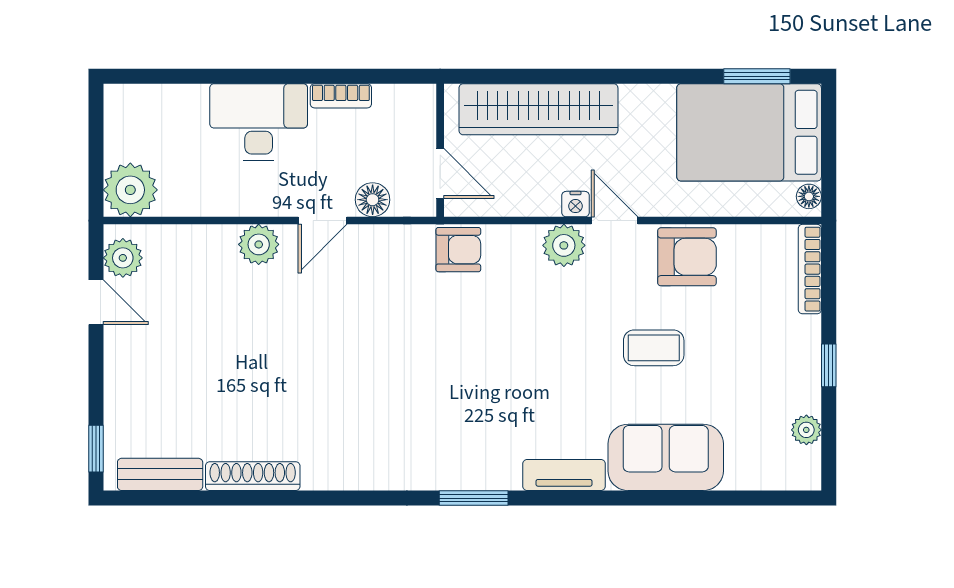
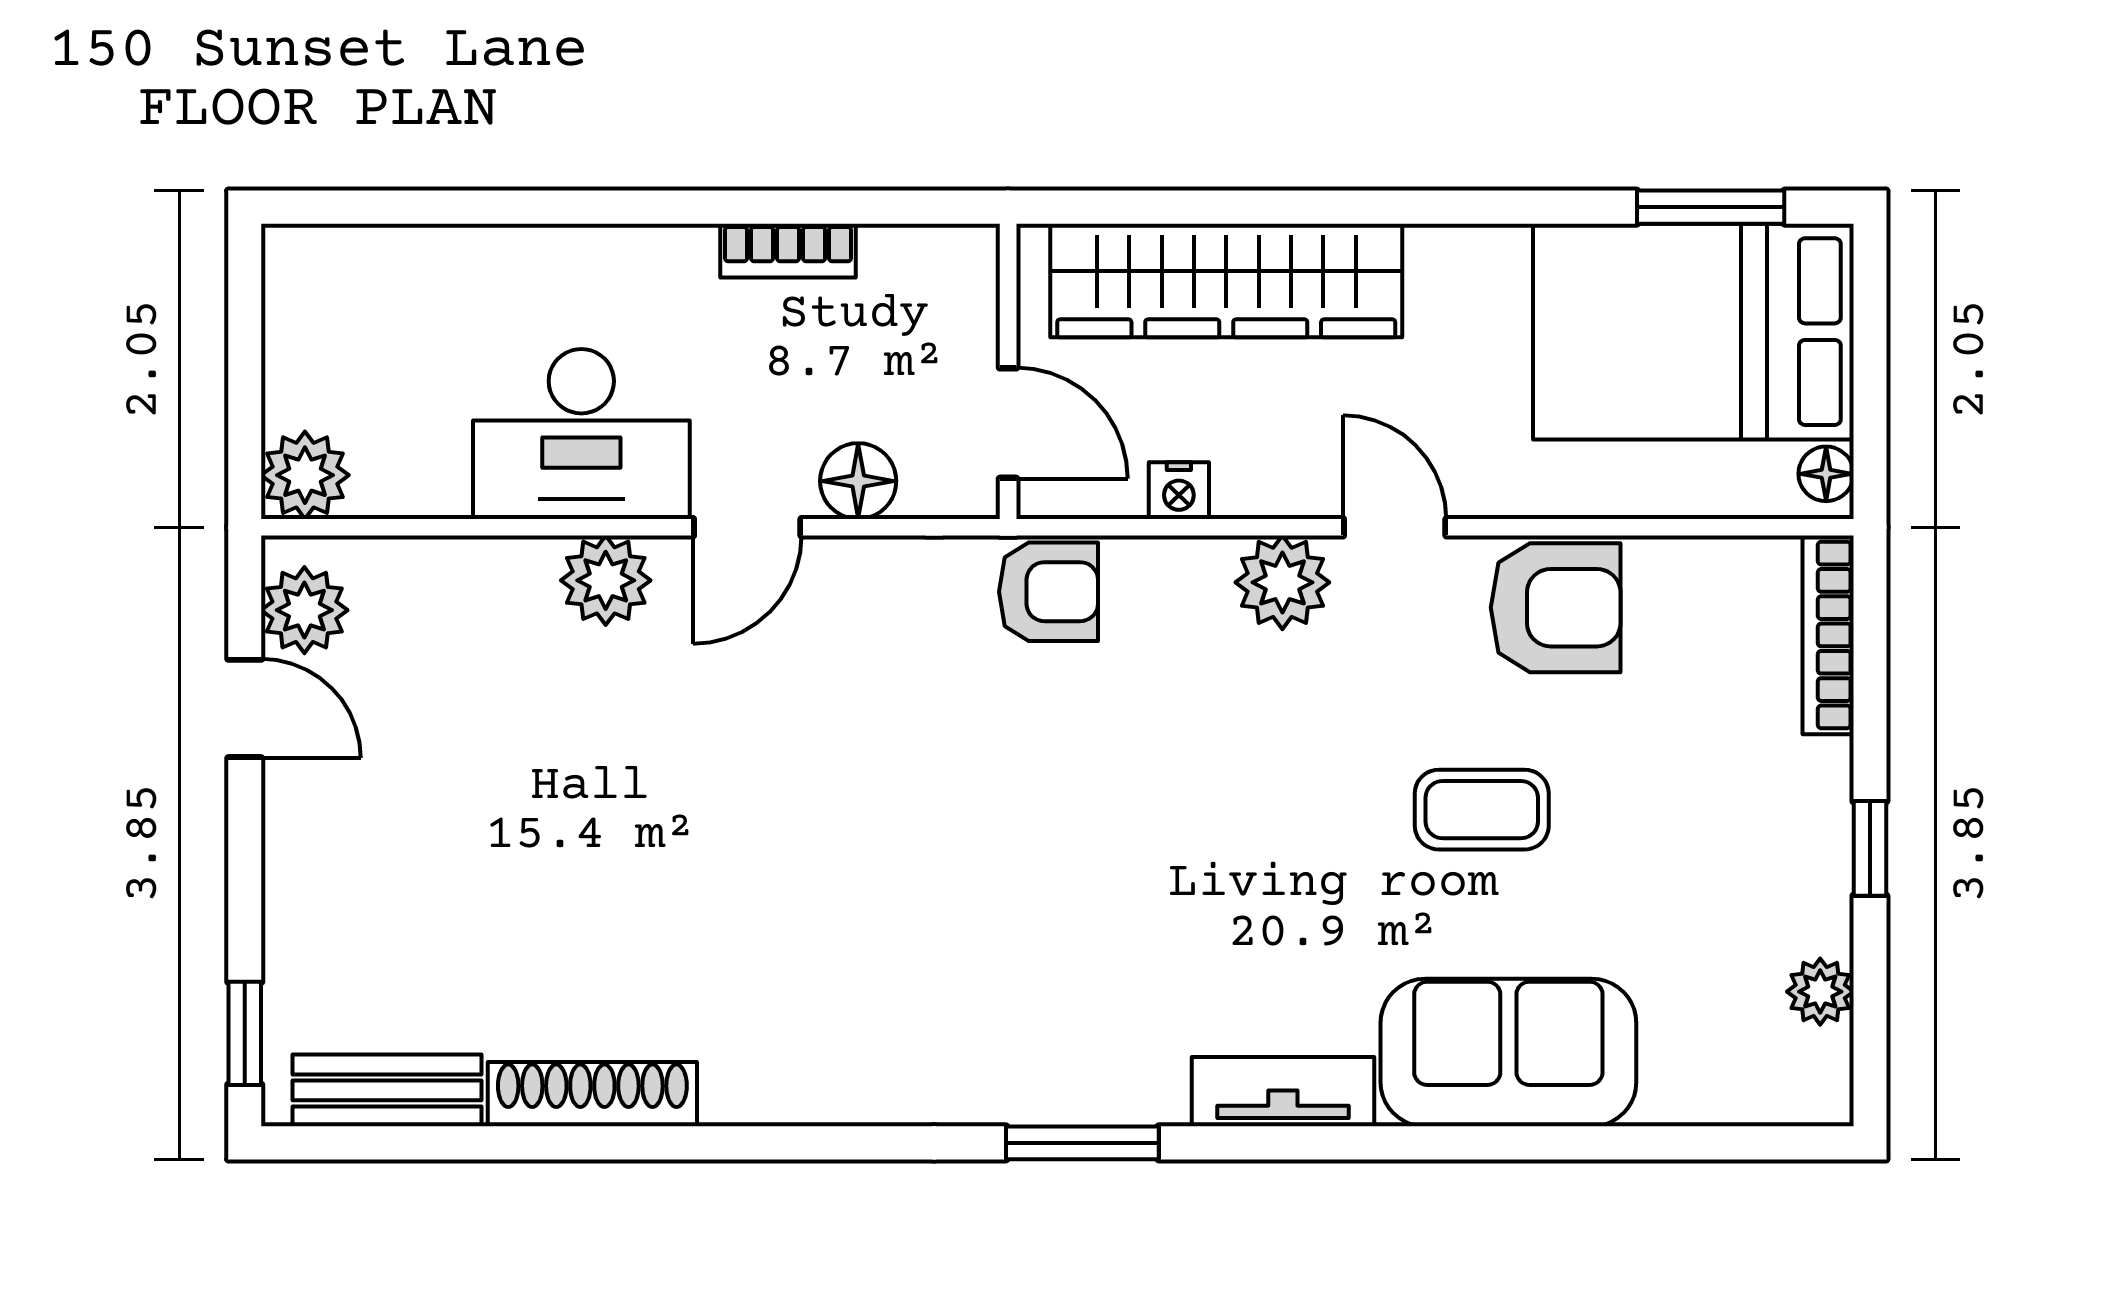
desk: (259, 122) -> (581, 434), moved, turned 180
plant: (130, 190) -> (305, 475), width x0.73, depth x0.73
nightstand: (576, 204) -> (1179, 491), moved

